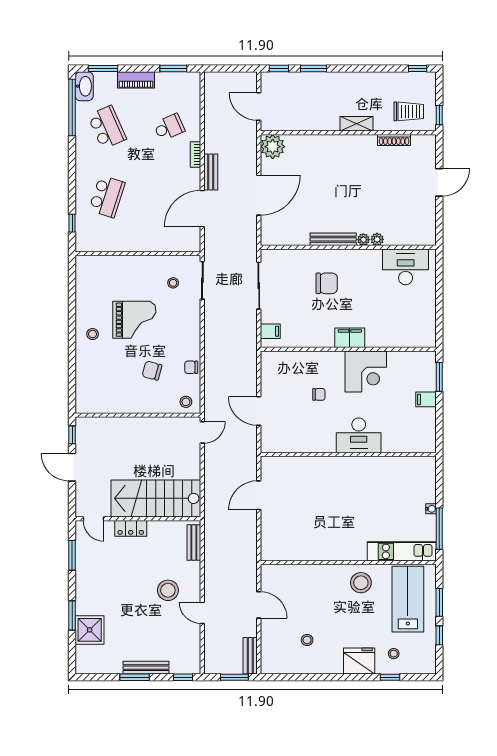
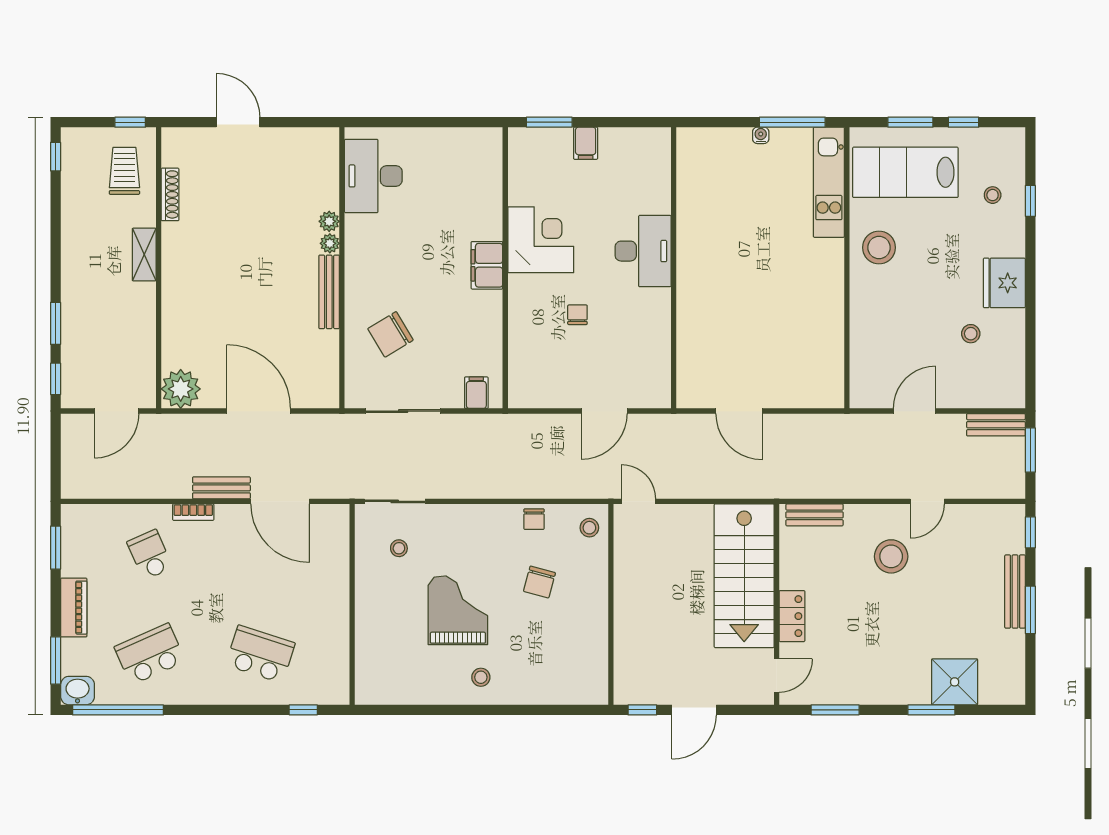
washbasin: (84, 86) -> (78, 691), width x0.72
chair: (327, 283) -> (391, 334), moved, turned -121
fridge: (359, 661) -> (1004, 283), moved

